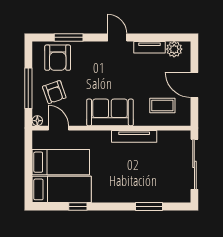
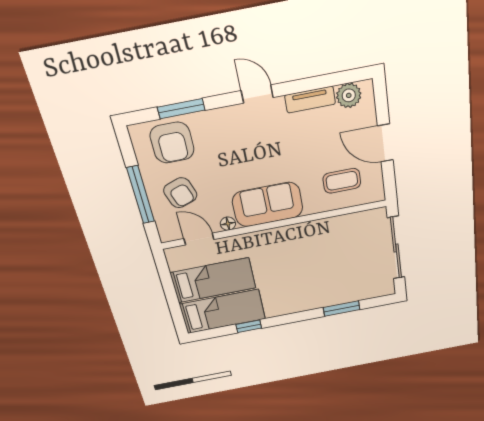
floor lamp: (37, 121) -> (228, 224), moved
tv unit: (134, 136) -> (308, 229), removed

